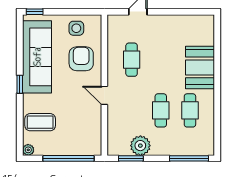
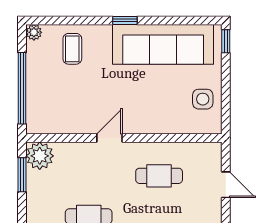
armchair: (81, 59) -> (160, 106), removed
coffee table: (40, 122) -> (72, 49), width x0.73, depth x0.77
plant: (140, 146) -> (40, 156), moved

